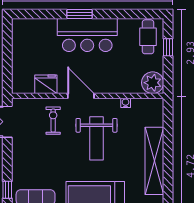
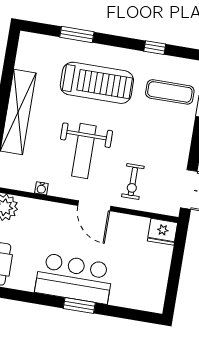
fridge: (46, 84) -> (162, 232), moved
weight bench: (97, 138) -> (84, 151), turned 180

